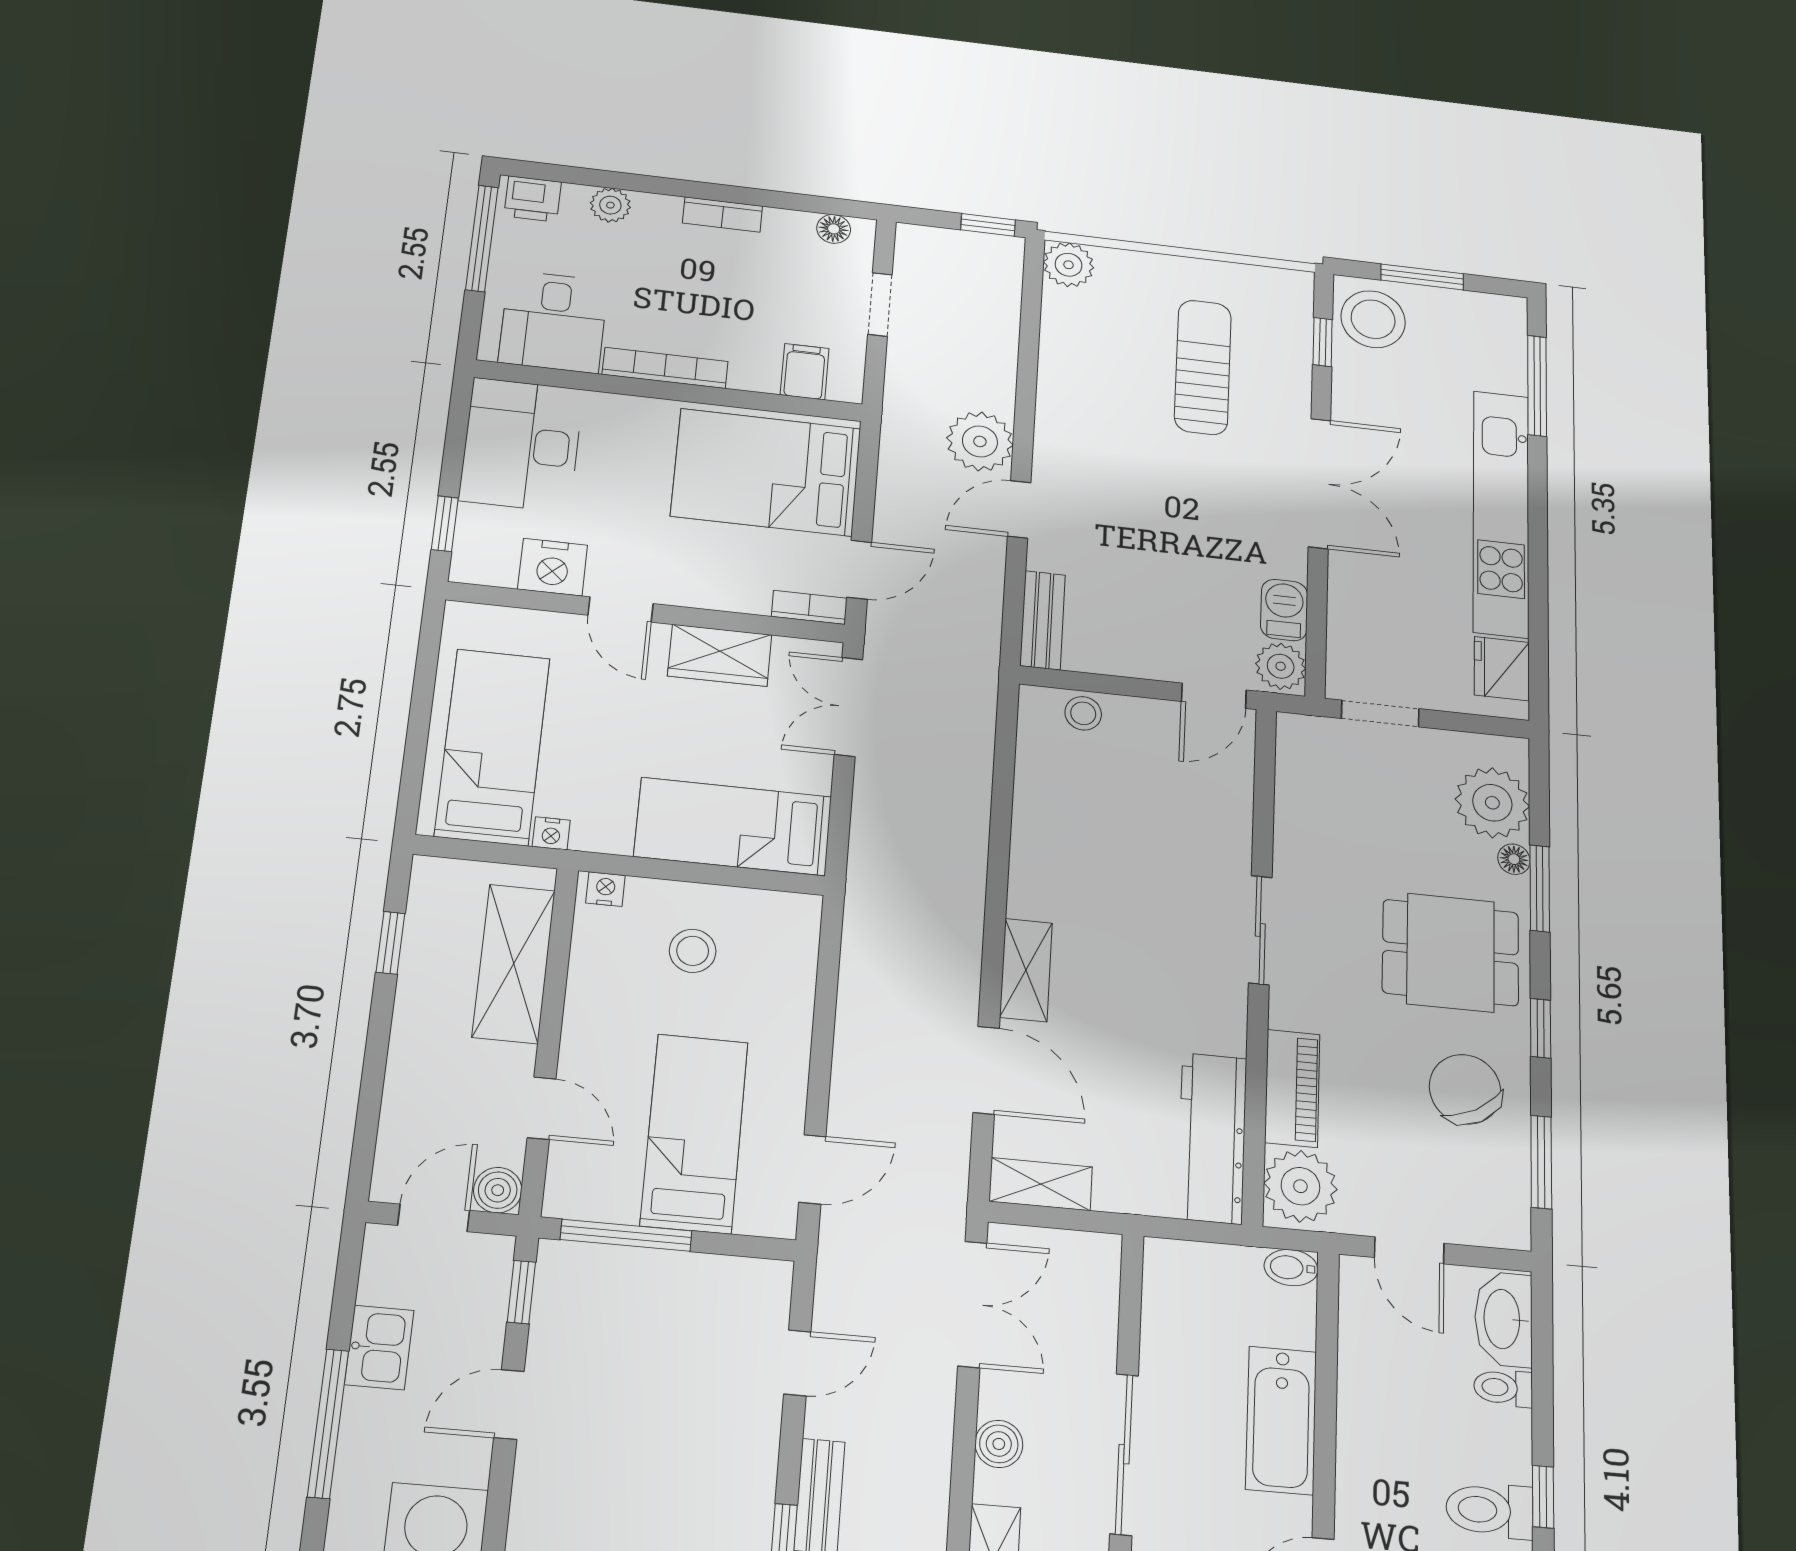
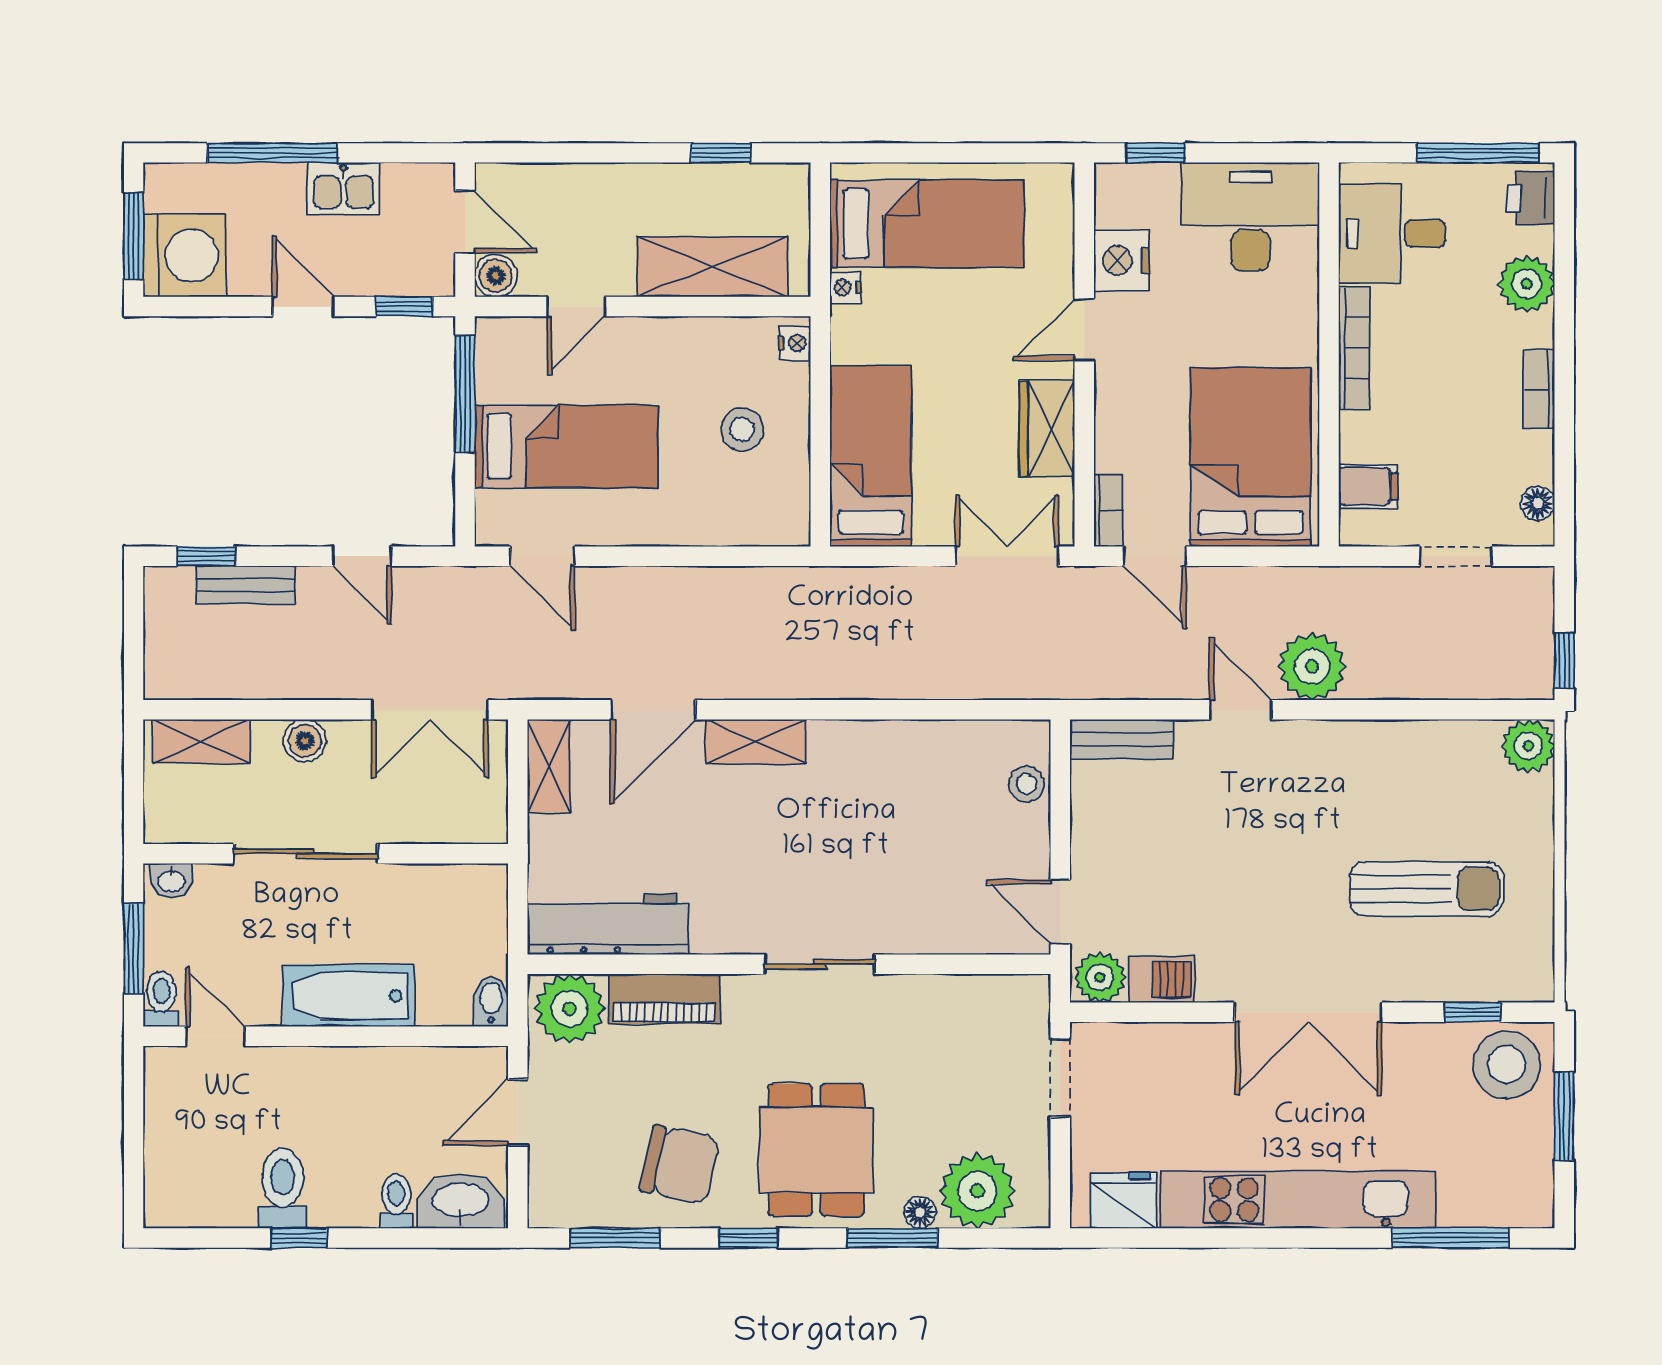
plant: (610, 205) -> (1527, 284), width x1.38, depth x1.38
chair: (1465, 1089) -> (680, 1165), turned 40

